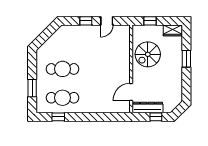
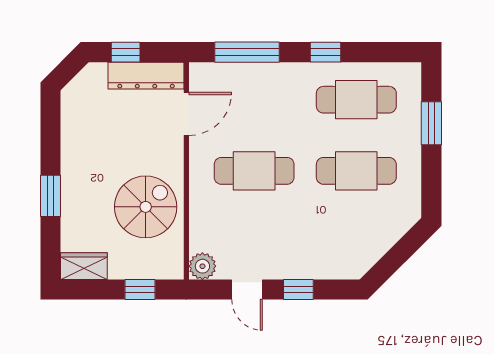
door: (107, 21) -> (247, 290), swing flipped
plant: (125, 30) -> (202, 266), added
cafe table: (104, 69) -> (254, 171), added
window: (58, 117) -> (326, 52), moved
window: (107, 117) -> (247, 52), added

